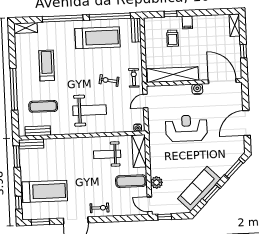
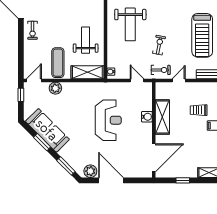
door: (144, 59) -> (179, 80), added
shelving: (173, 75) -> (162, 117), width x0.68
water cooler: (197, 89) -> (147, 117), moved
plant: (238, 144) -> (90, 171), added

